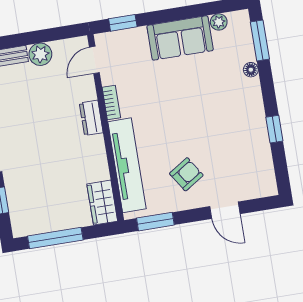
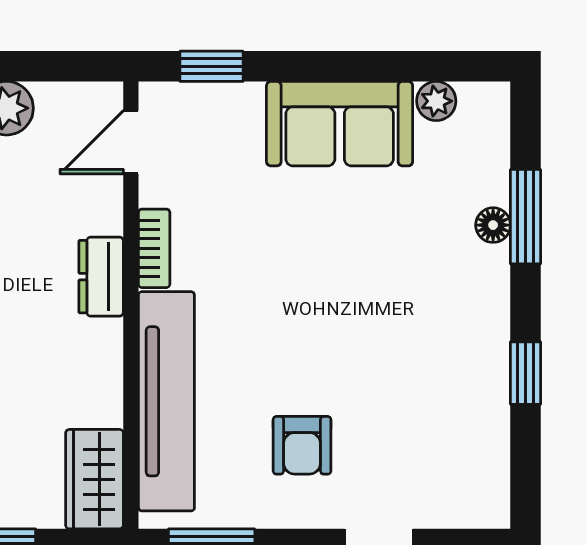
window: (260, 41) -> (526, 217), moved
armchair: (186, 174) -> (302, 445), turned 123

